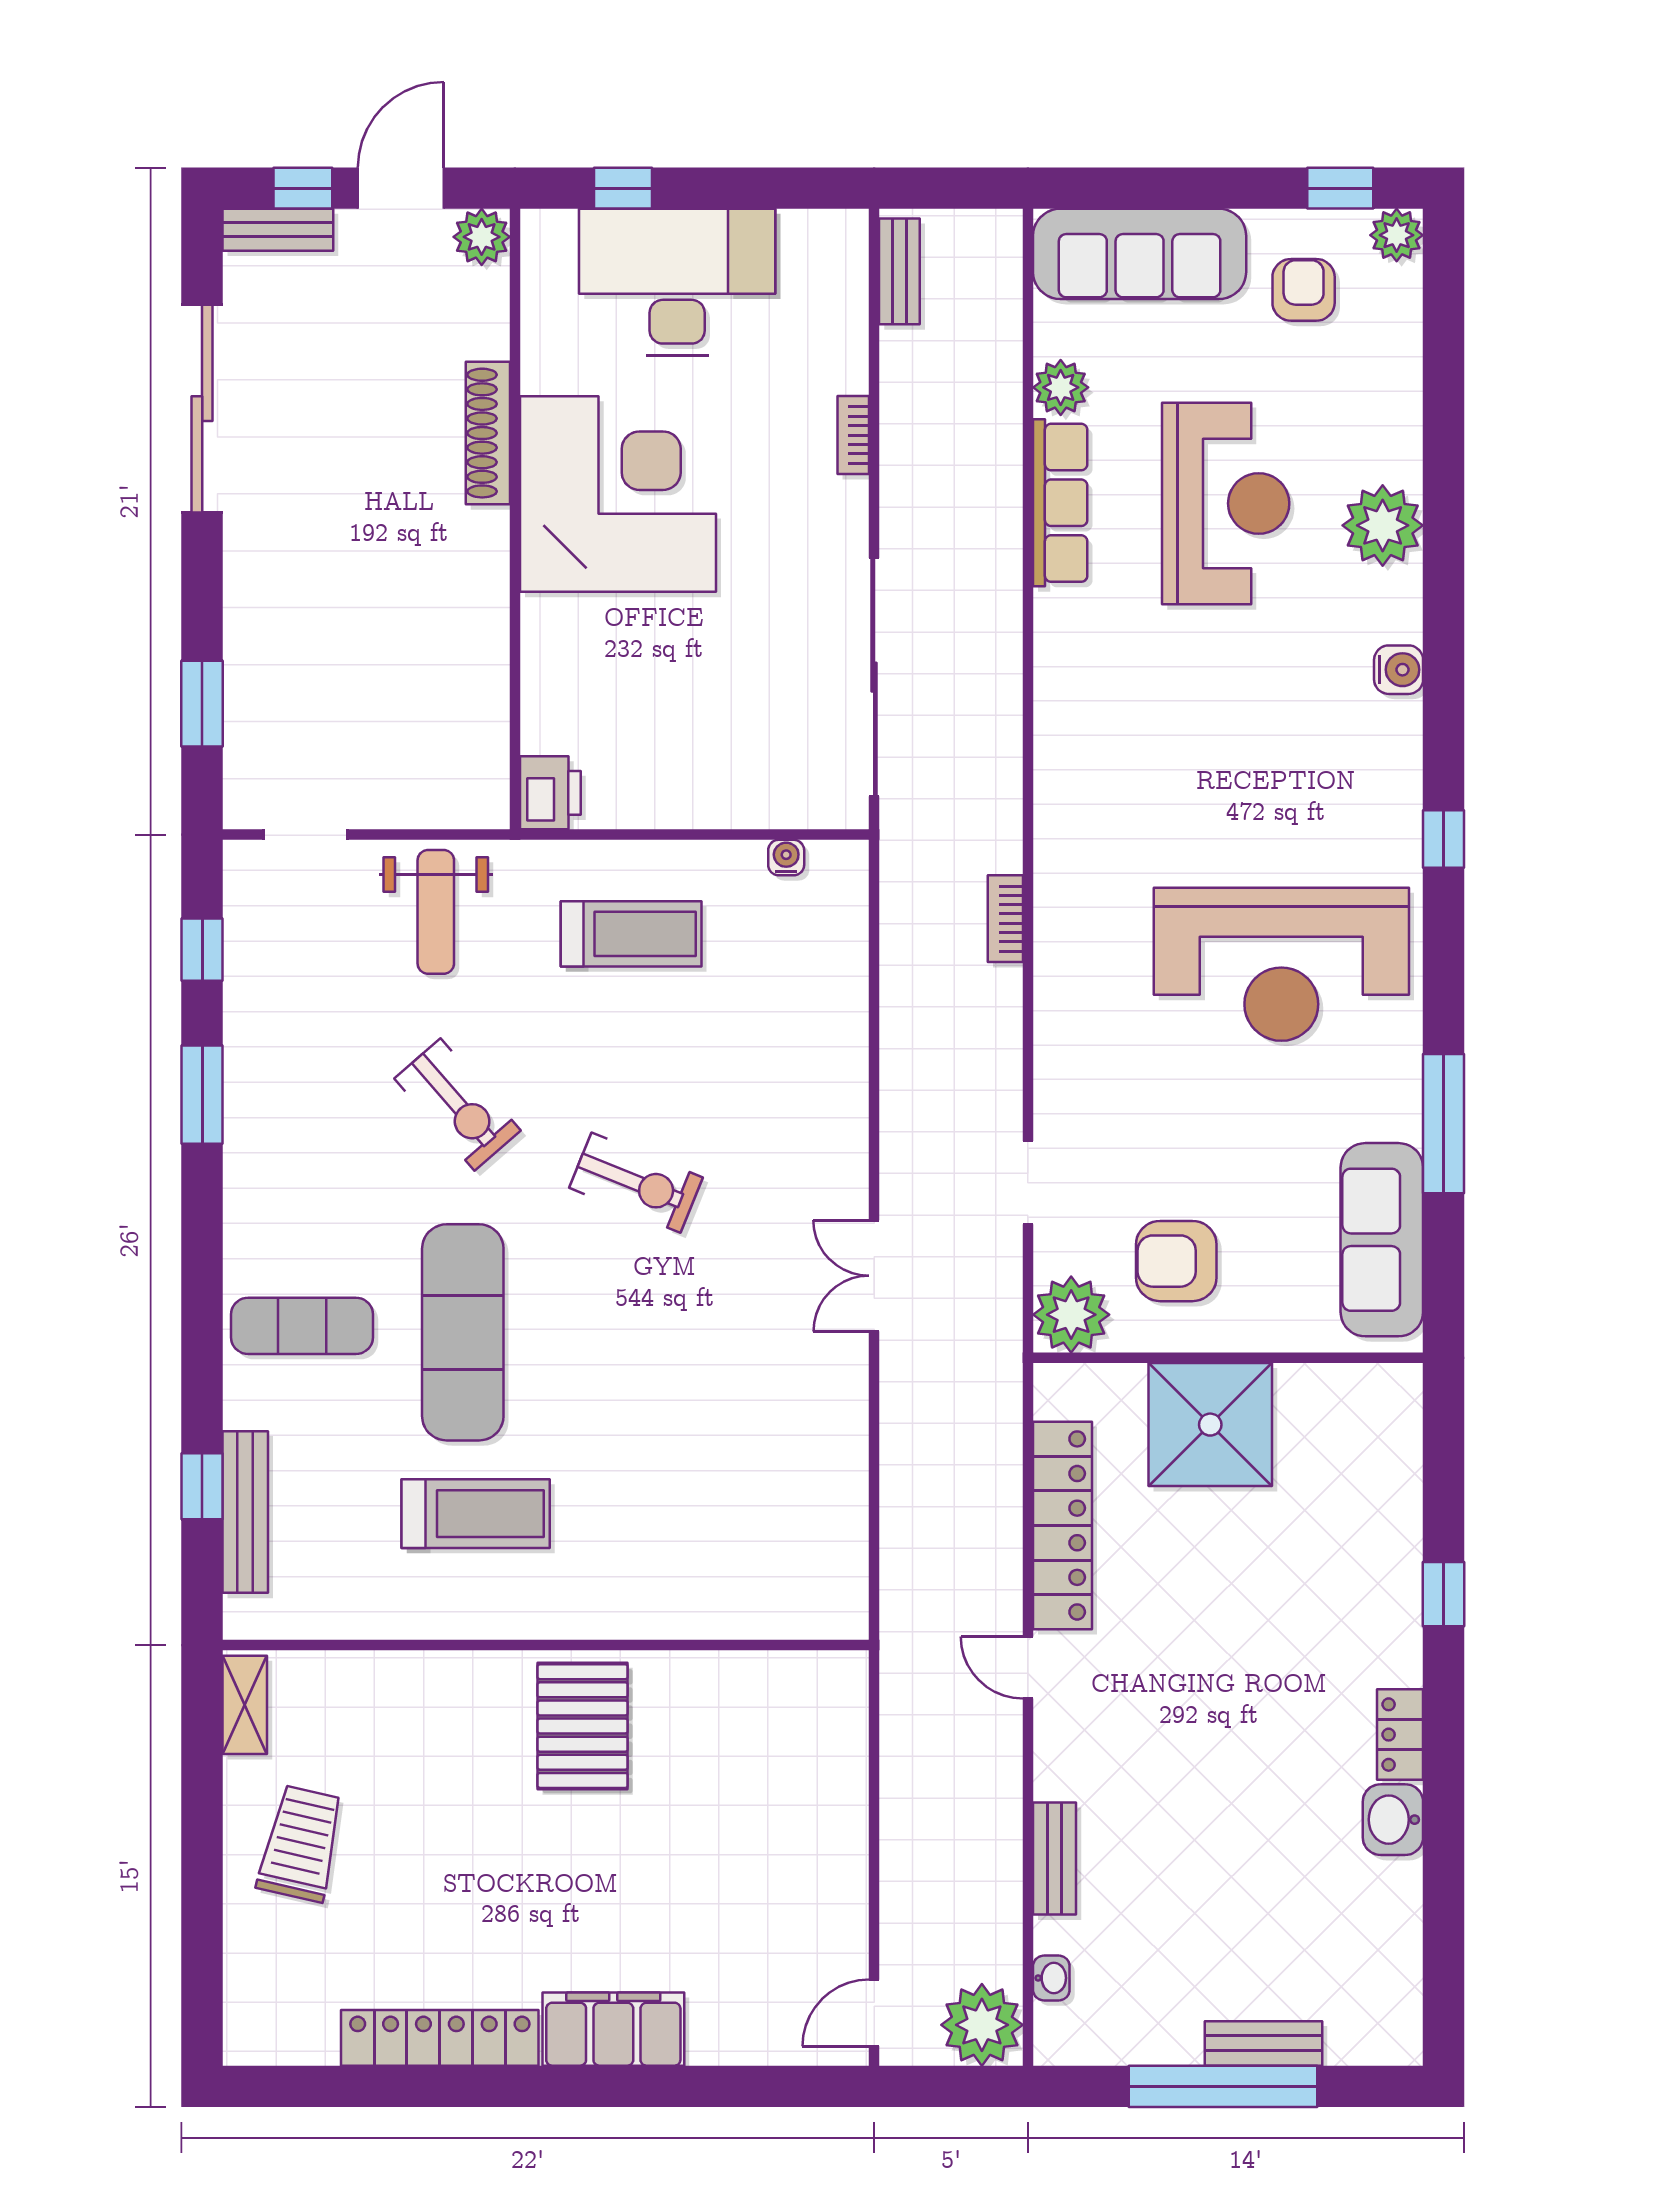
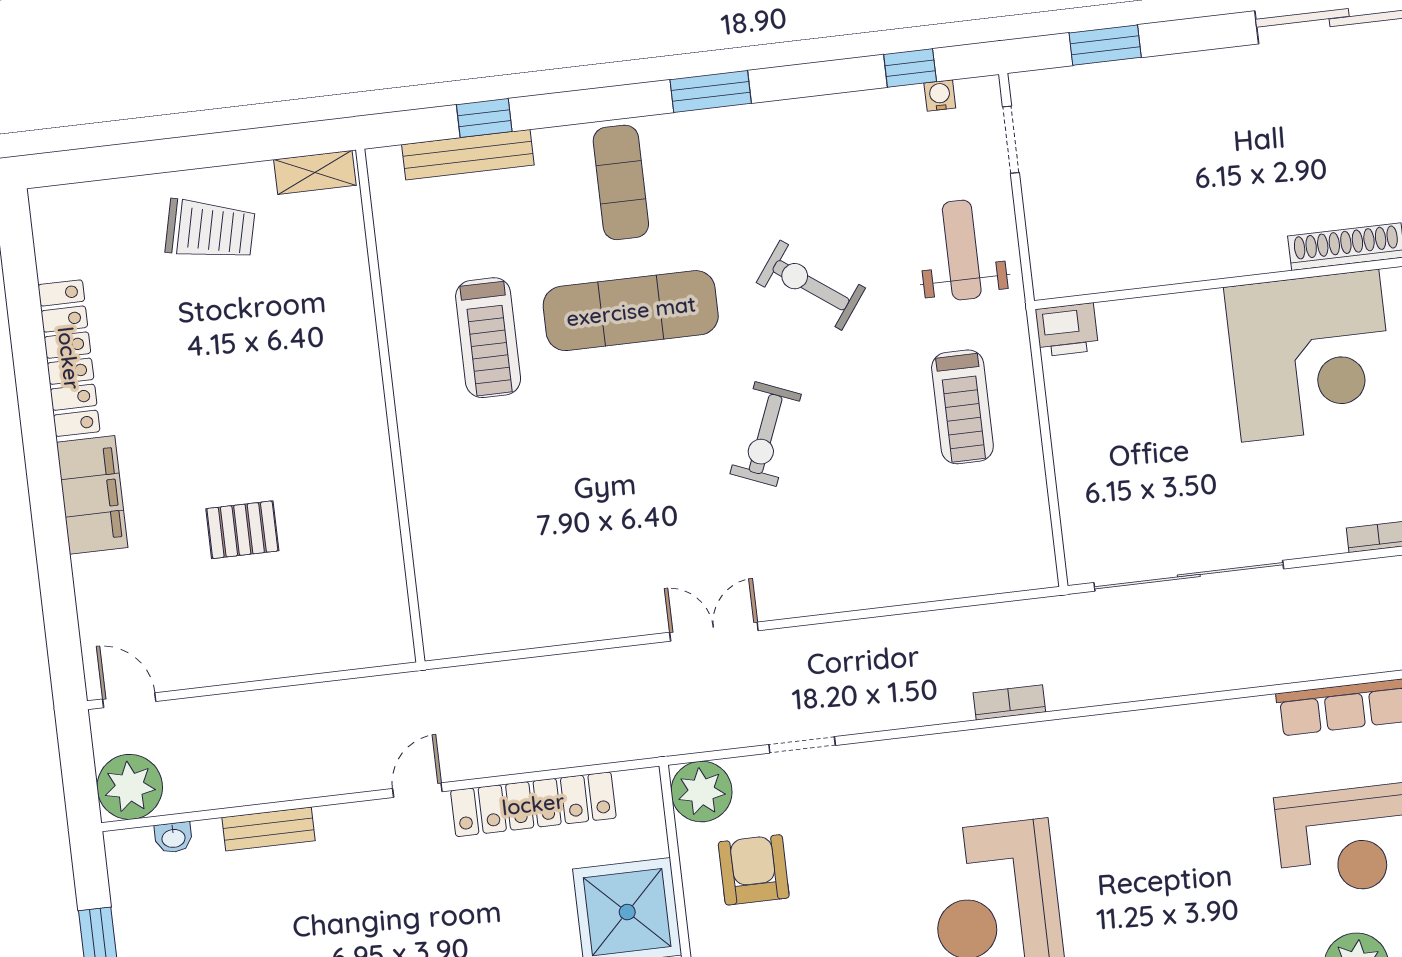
water cooler: (786, 858) -> (940, 95), moved, turned -90
weight bench: (436, 912) -> (962, 250), turned 90
window: (202, 1095) -> (711, 91), moved
exercise bike: (458, 1105) -> (811, 285), turned 77
pallet: (583, 1726) -> (242, 530), moved, width x0.67, depth x0.71

